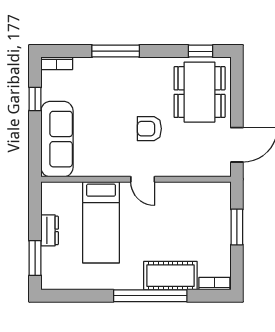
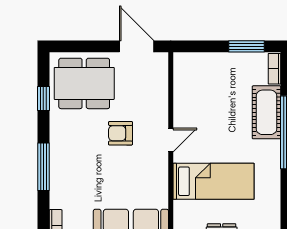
window: (201, 51) -> (43, 98), moved
armchair: (149, 129) -> (120, 133), turned 90
window: (237, 227) -> (246, 46), moved

